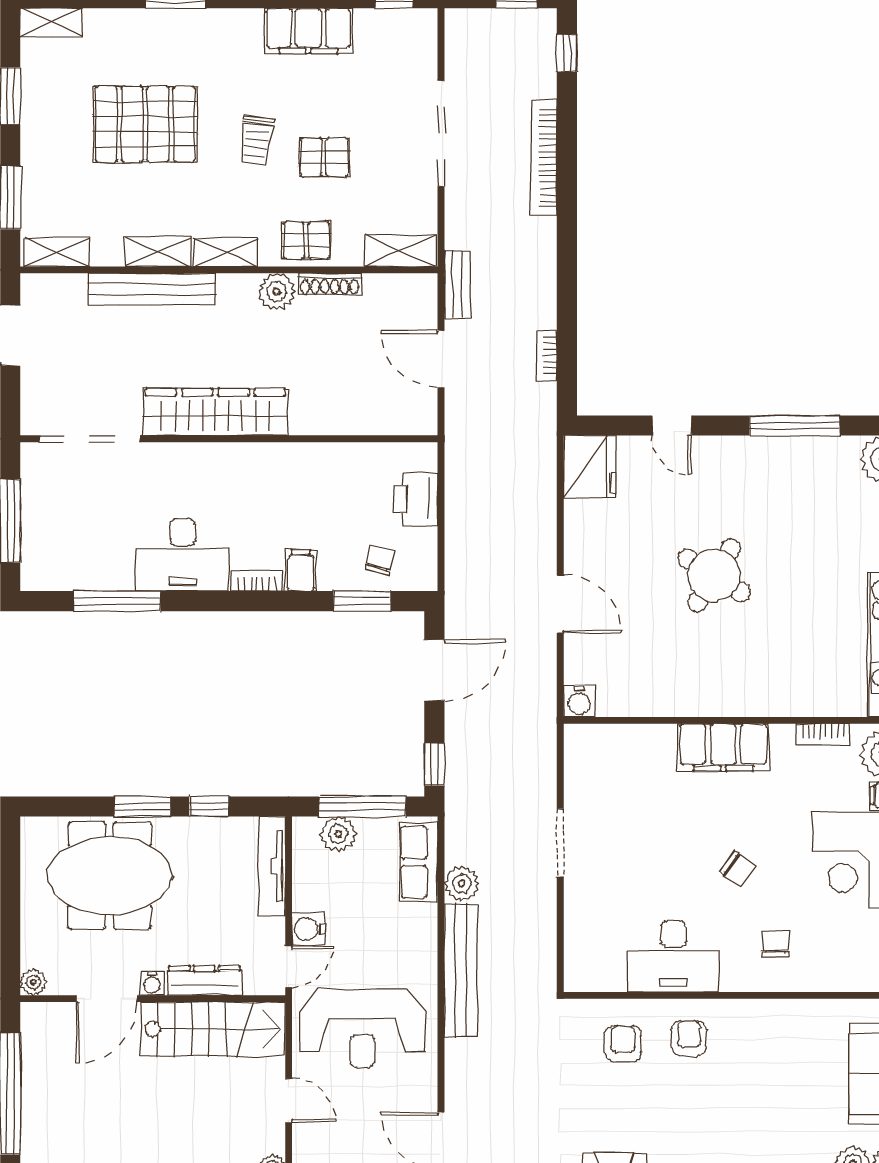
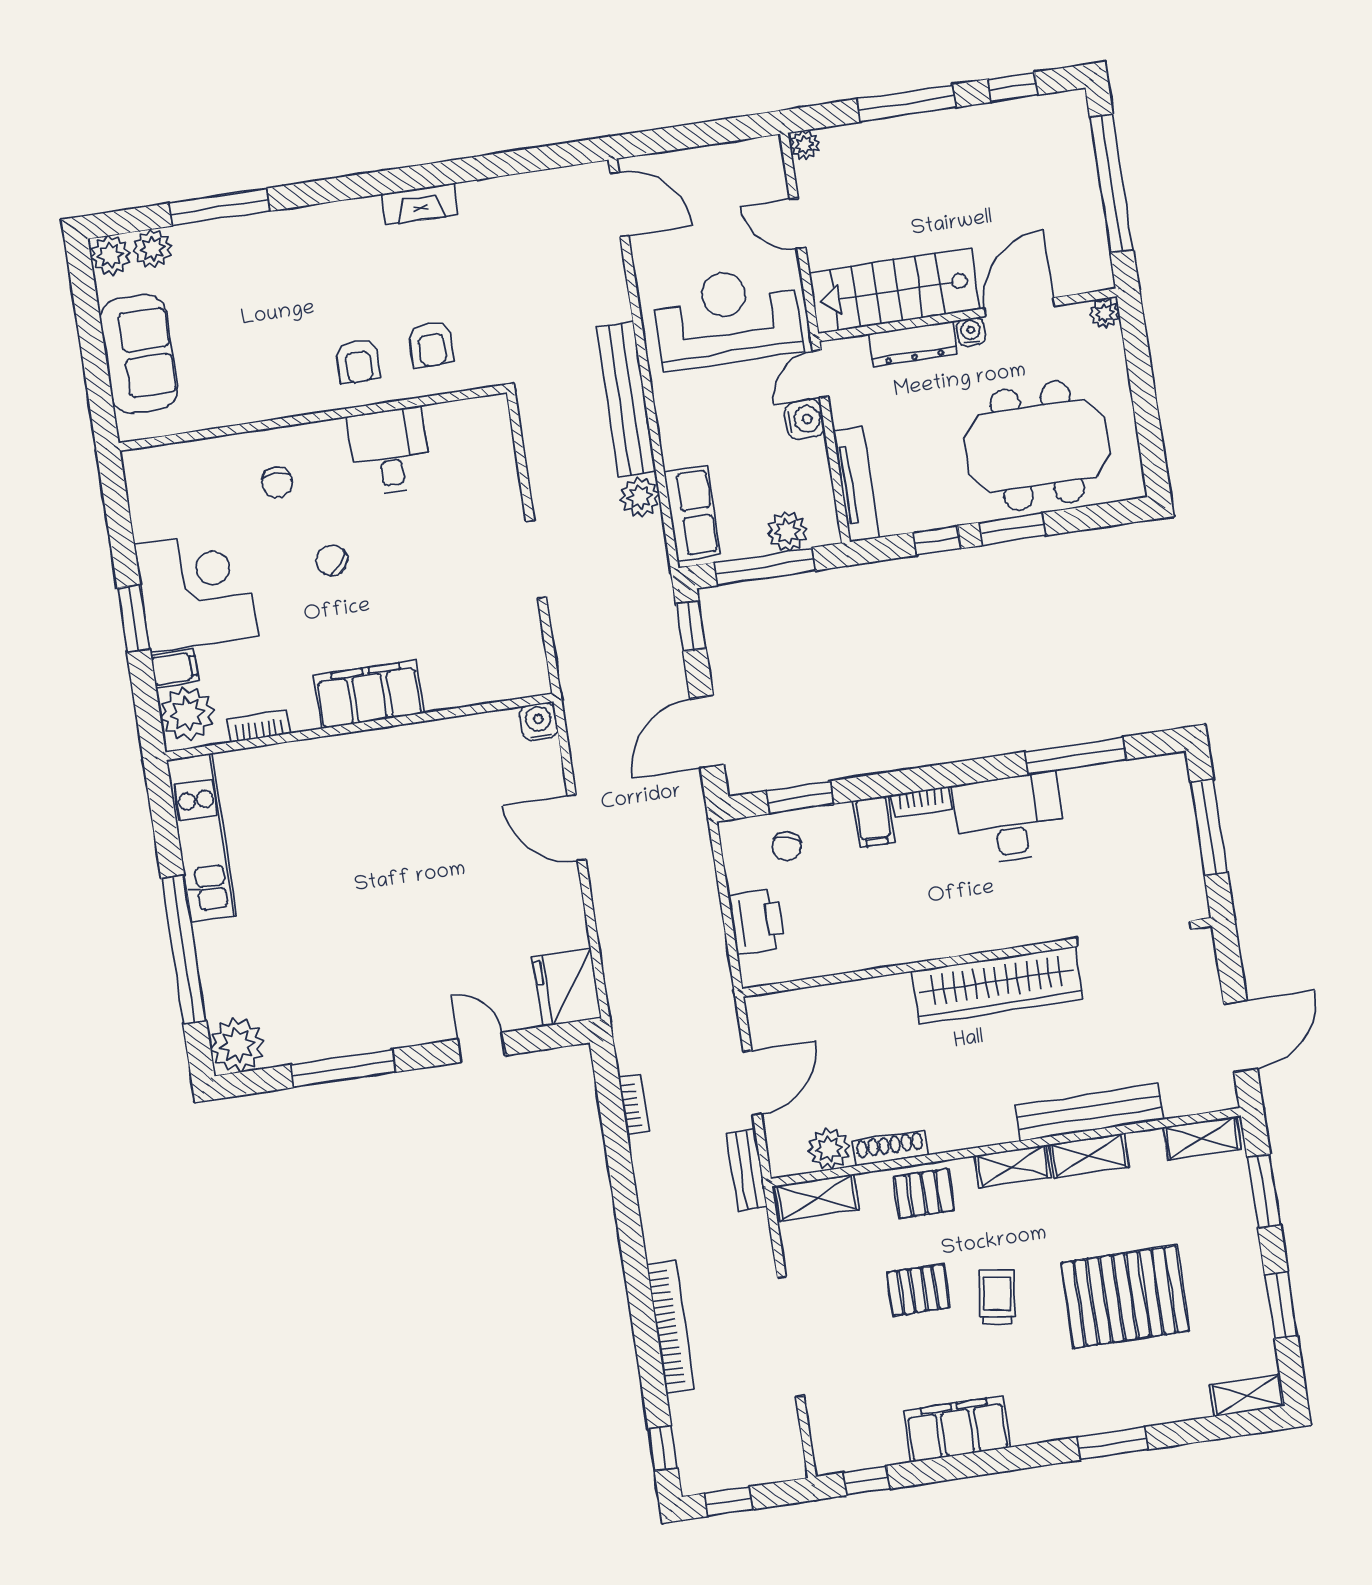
plant: (277, 292) -> (829, 1149), moved
door: (441, 359) -> (752, 1083), hinge flipped
round table: (714, 575) -> (409, 886), removed
desk: (674, 956) -> (389, 451), width x0.73

